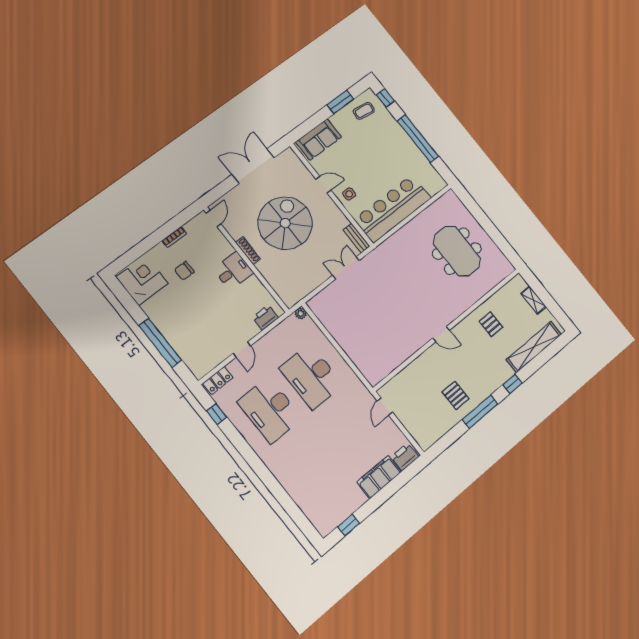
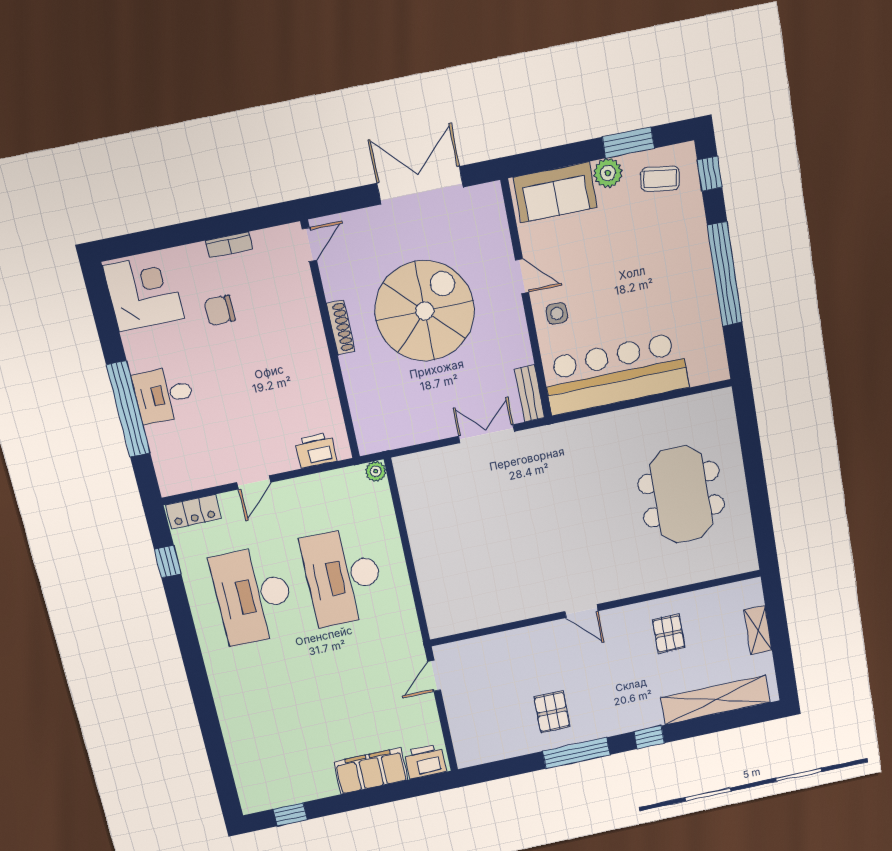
plant: (338, 119) -> (608, 173), added
desk: (233, 271) -> (164, 395), moved, turned 180

